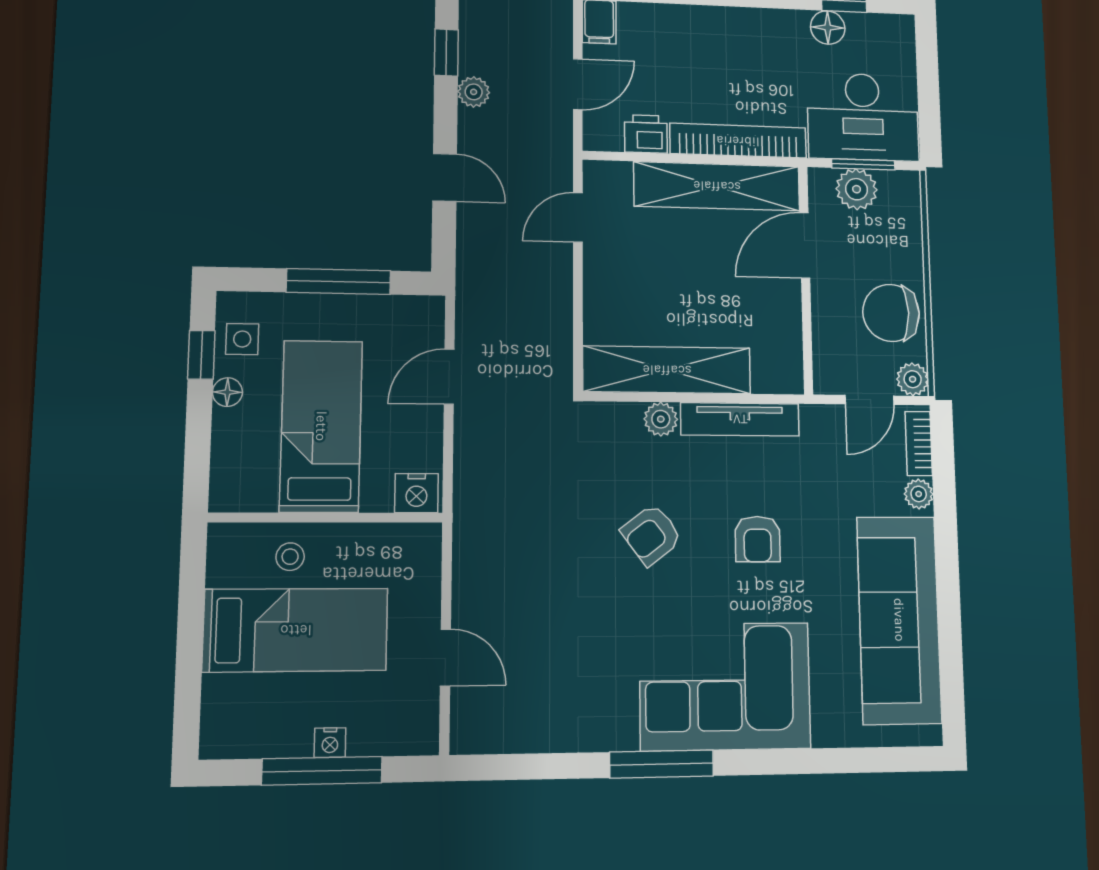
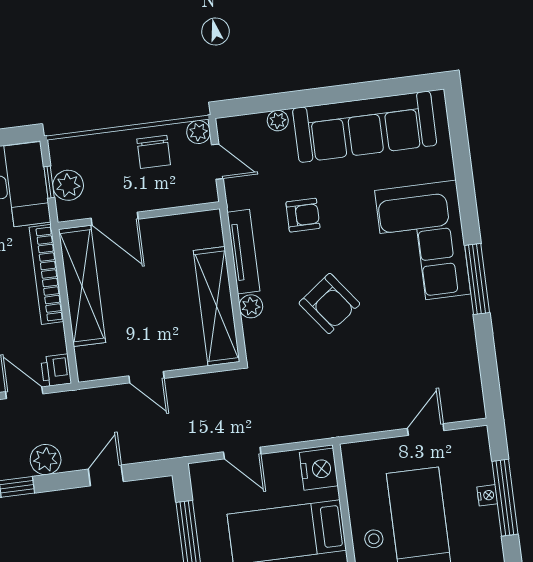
plant: (474, 92) -> (46, 460), width x1.38, depth x1.38
printer: (646, 134) -> (56, 370), moved
window: (863, 164) -> (49, 182), width x0.67
door: (578, 217) -> (146, 377), moved
chair: (891, 313) -> (154, 152), width x0.73, depth x0.73
bookcase: (919, 444) -> (243, 124), removed
nightstand: (416, 493) -> (319, 469), width x1.36, depth x1.33
armchair: (651, 535) -> (329, 303), width x1.38, depth x1.38
armchair: (758, 539) -> (303, 215), moved

